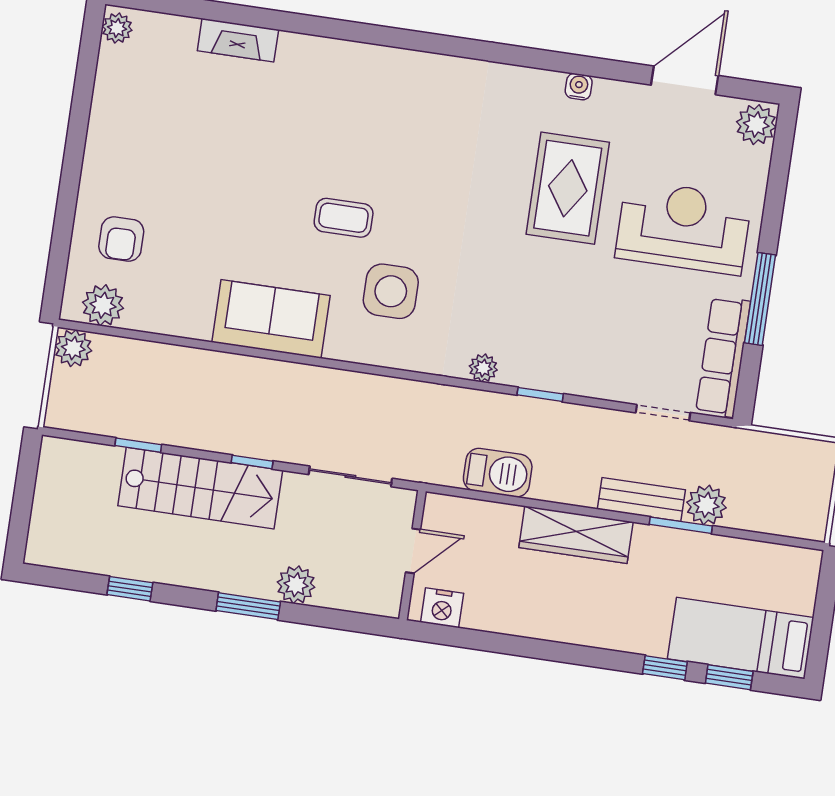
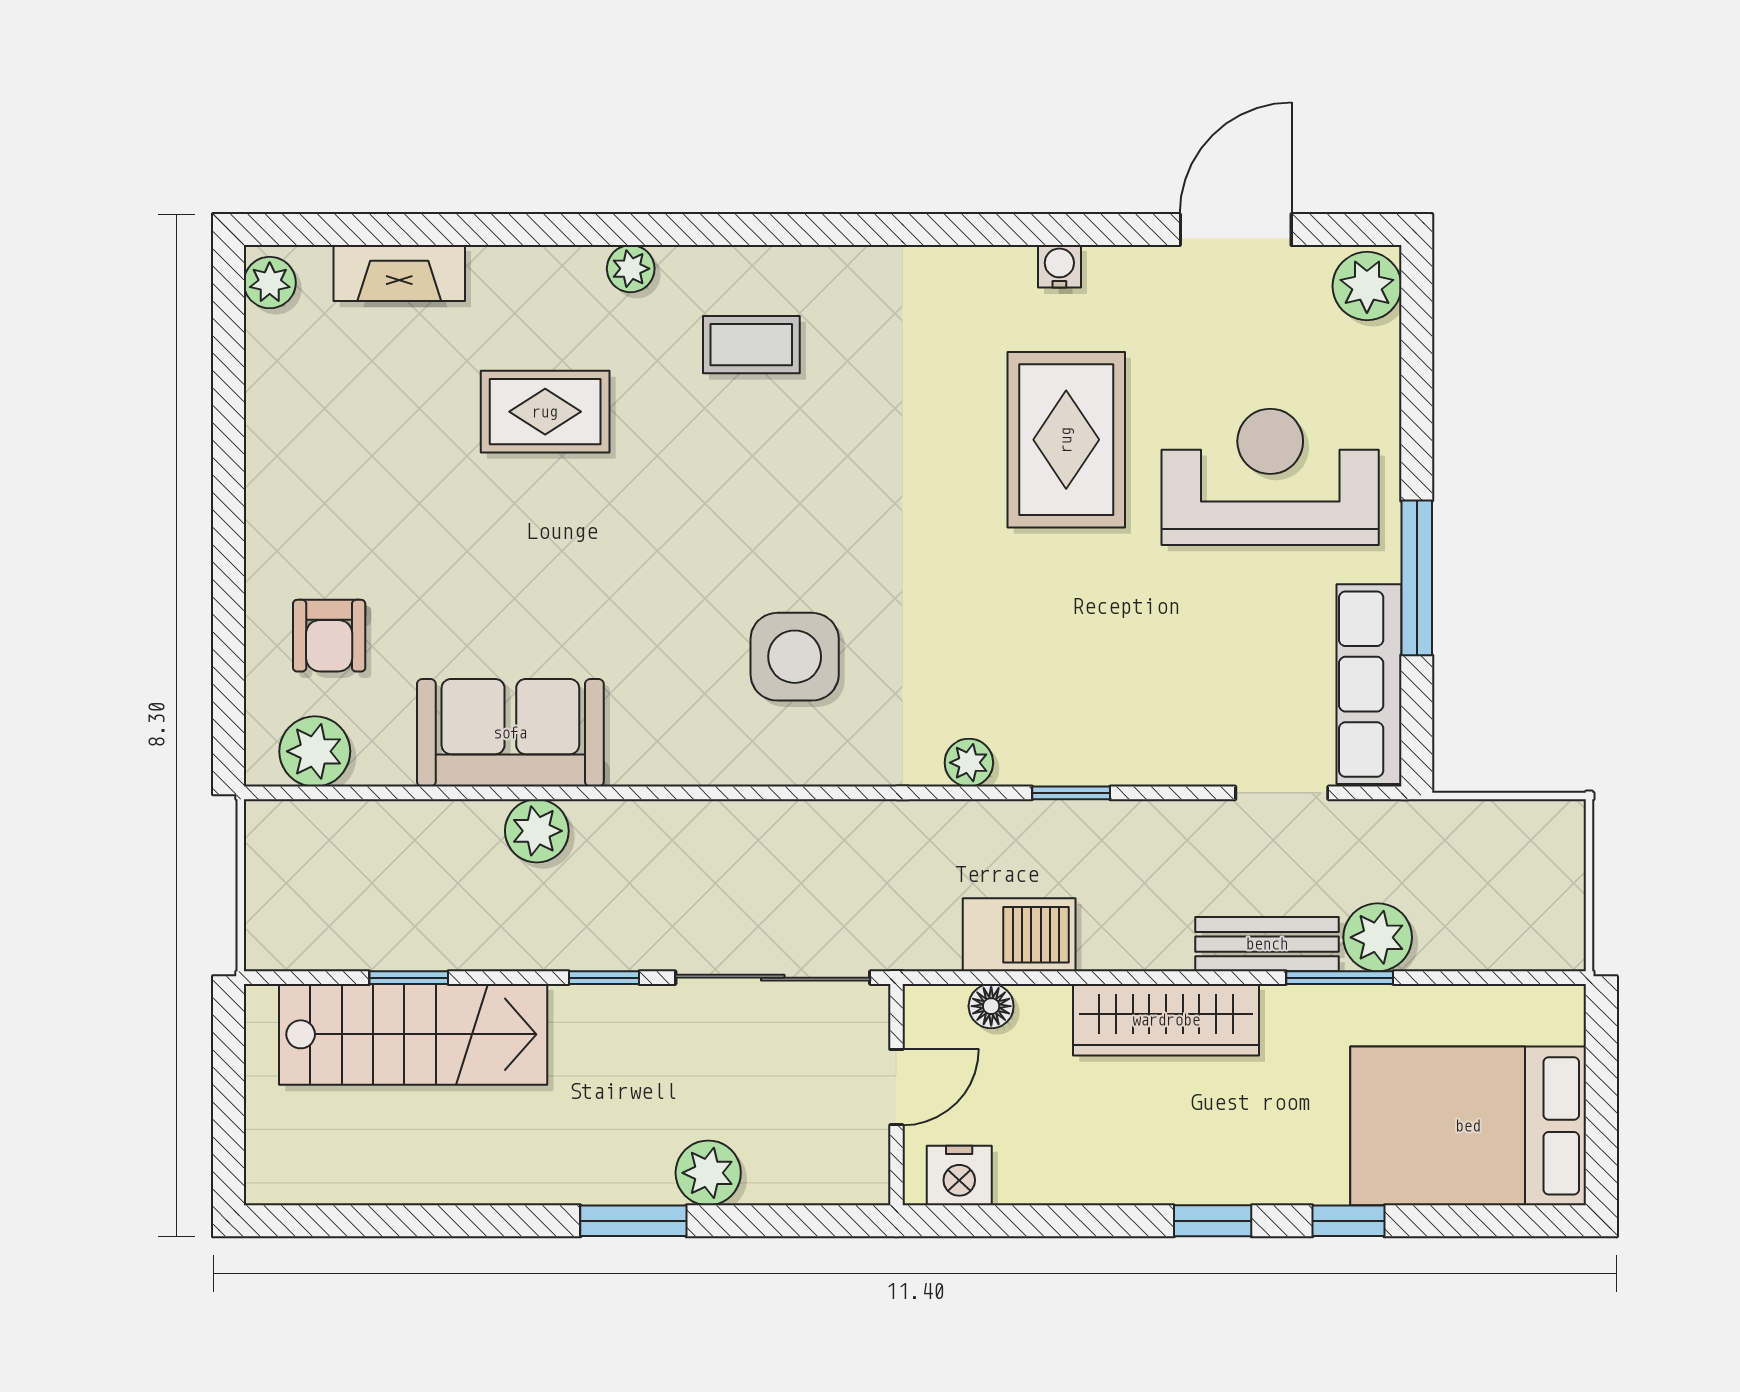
fireplace: (238, 40) -> (399, 273), moved
plant: (329, 51) -> (631, 269), added
rug: (266, 127) -> (545, 412), added
coffee table: (344, 218) -> (751, 345), moved
sofa: (271, 319) -> (510, 733), moved
plant: (73, 348) -> (537, 831), moved
sliding door: (350, 476) -> (773, 978), width x1.37
stairs: (200, 488) -> (413, 1034), moved
floor lamp: (475, 512) -> (991, 1006), added
window: (130, 589) -> (430, 1221), removed
bed: (741, 638) -> (1468, 1126), width x1.50
window: (729, 677) -> (1213, 1221), moved

